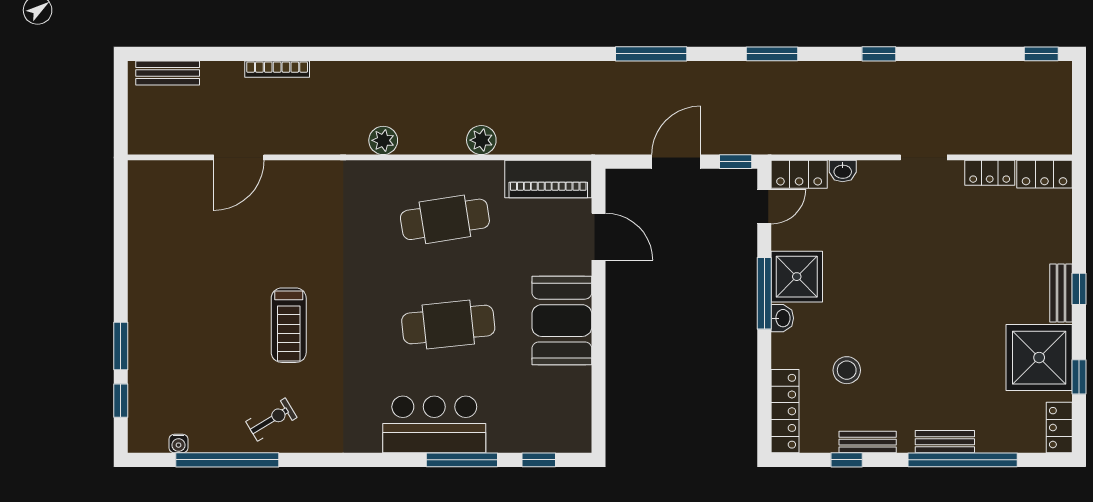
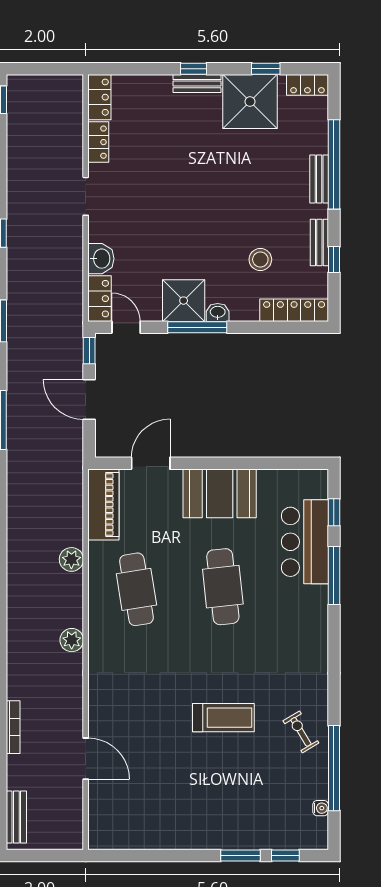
washbasin: (843, 171) -> (101, 259), width x1.38, depth x1.45
bar counter: (434, 424) -> (305, 542), moved

